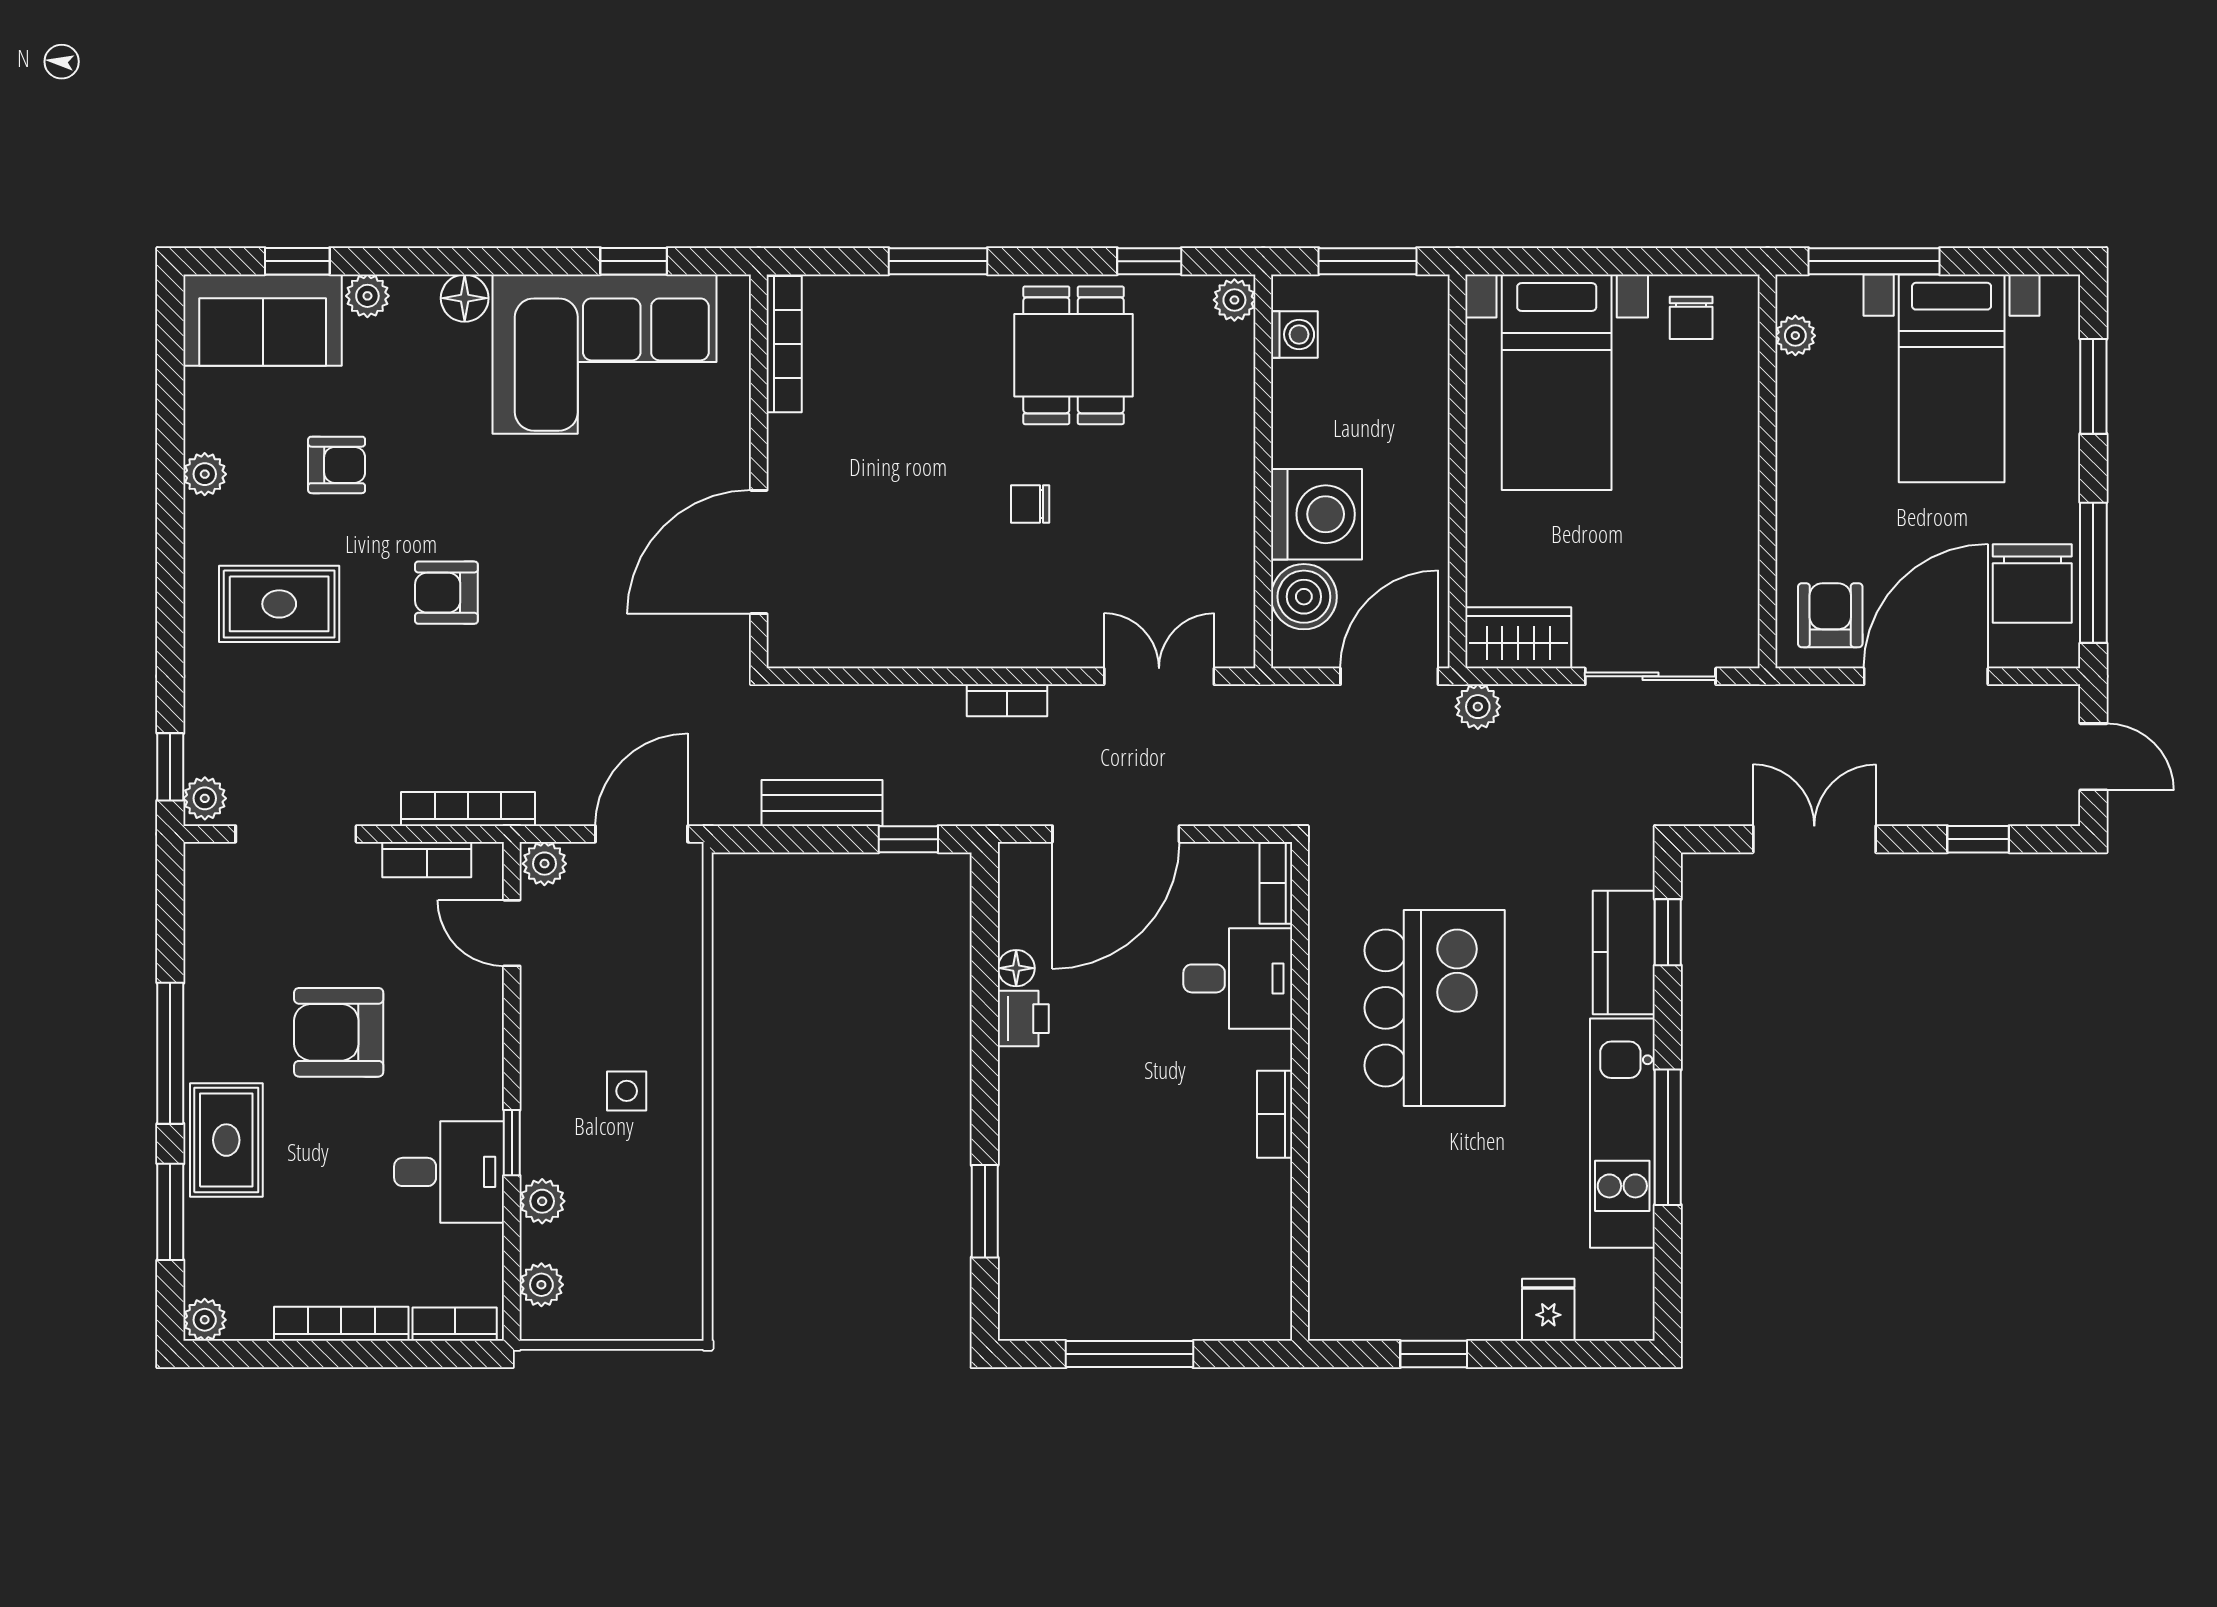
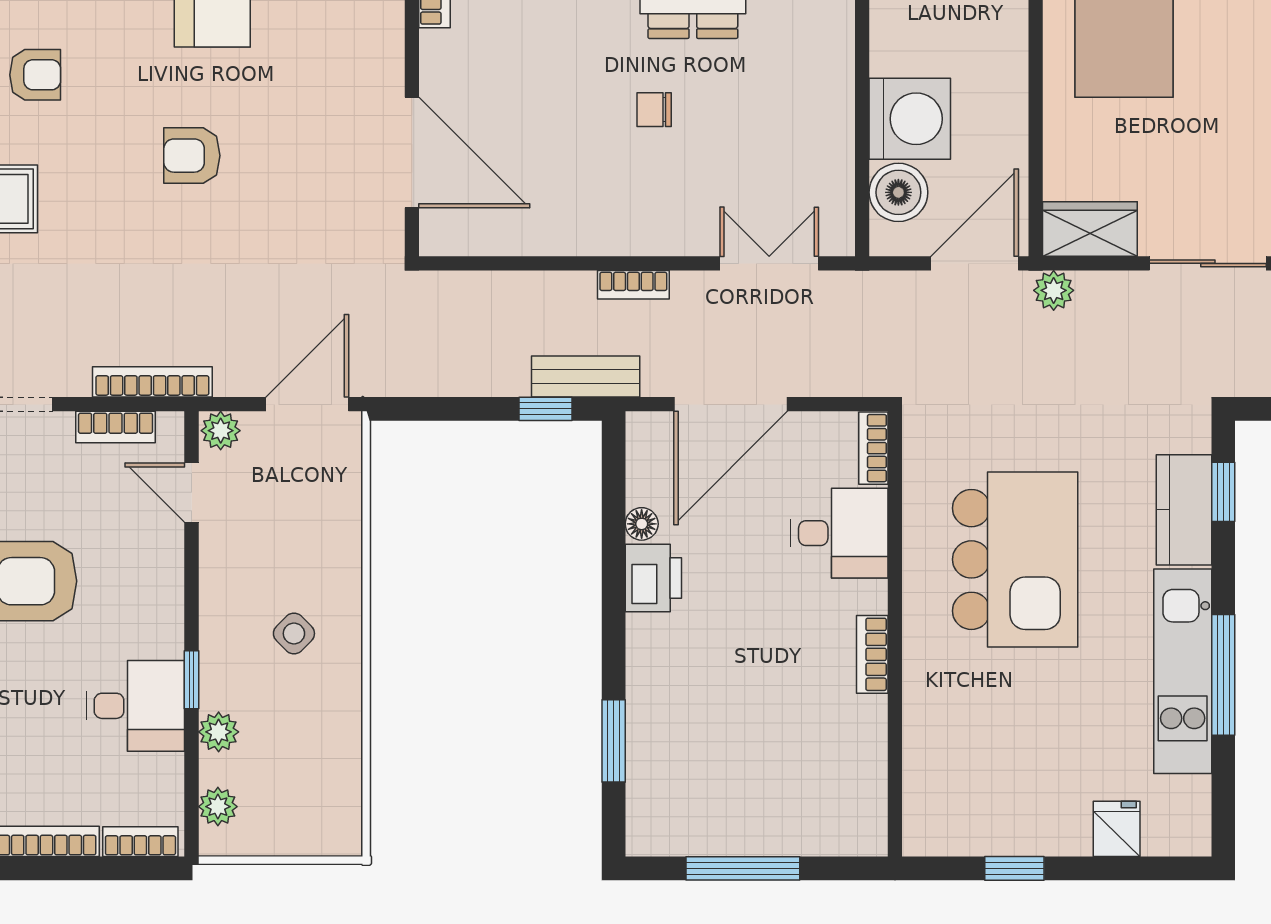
door: (759, 552) -> (412, 153), swing flipped
armchair: (446, 593) -> (192, 156), moved
bench: (822, 803) -> (586, 377), moved
printer: (1023, 1019) -> (653, 578), width x1.36, depth x1.24
side table: (627, 1091) -> (294, 633), turned 45

